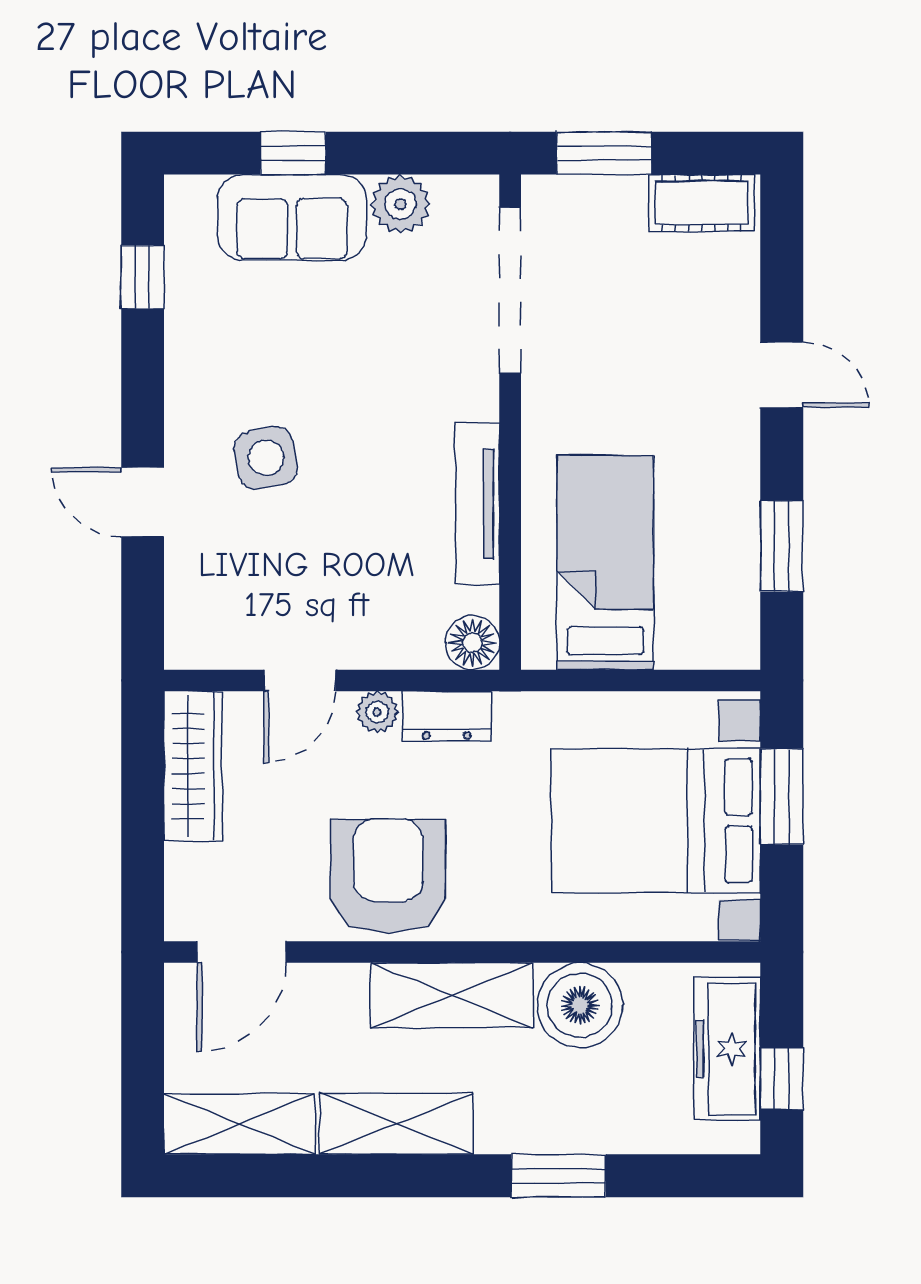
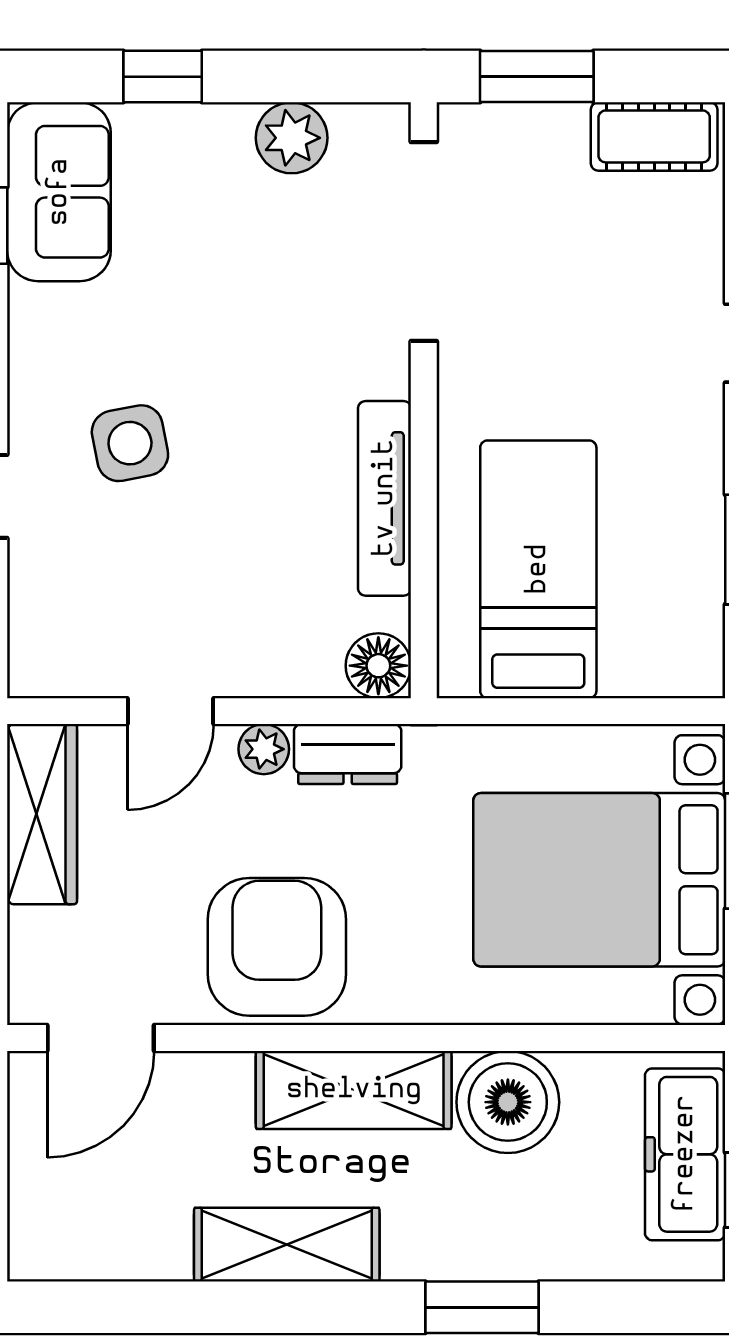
sofa: (292, 217) -> (59, 192), moved, turned -90
shelving: (240, 1124) -> (98, 1245), removed

